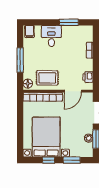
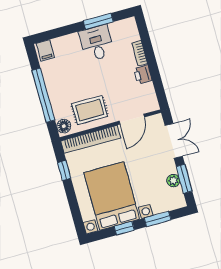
desk: (51, 36) -> (97, 43), moved
window: (20, 60) -> (43, 95), width x1.46
printer: (88, 77) -> (143, 75), moved
window: (20, 112) -> (64, 170), added

